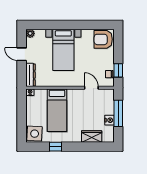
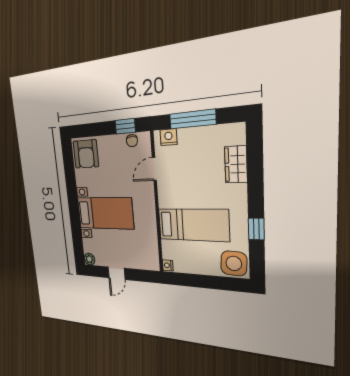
dresser: (30, 75) -> (143, 263), removed
nightstand: (109, 120) -> (169, 137), moved

